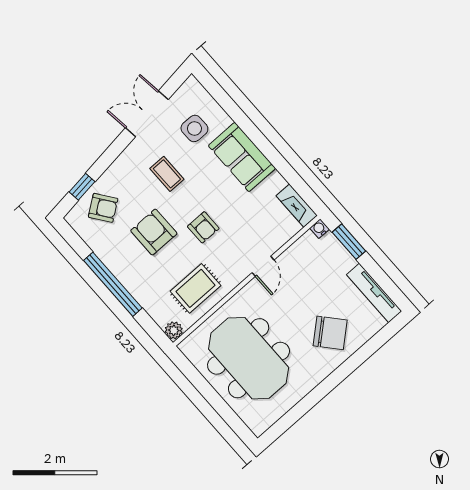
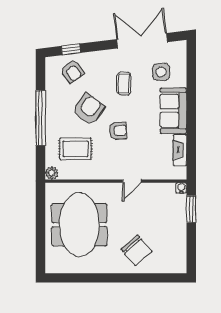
double door: (147, 114) -> (142, 41), width x1.37
fireplace: (297, 206) -> (180, 150), moved
armchair: (203, 227) -> (118, 131), turned -94
armchair: (154, 232) -> (88, 109), turned 36
rug: (196, 288) -> (75, 149), moved
tv unit: (374, 293) -> (180, 250), removed

